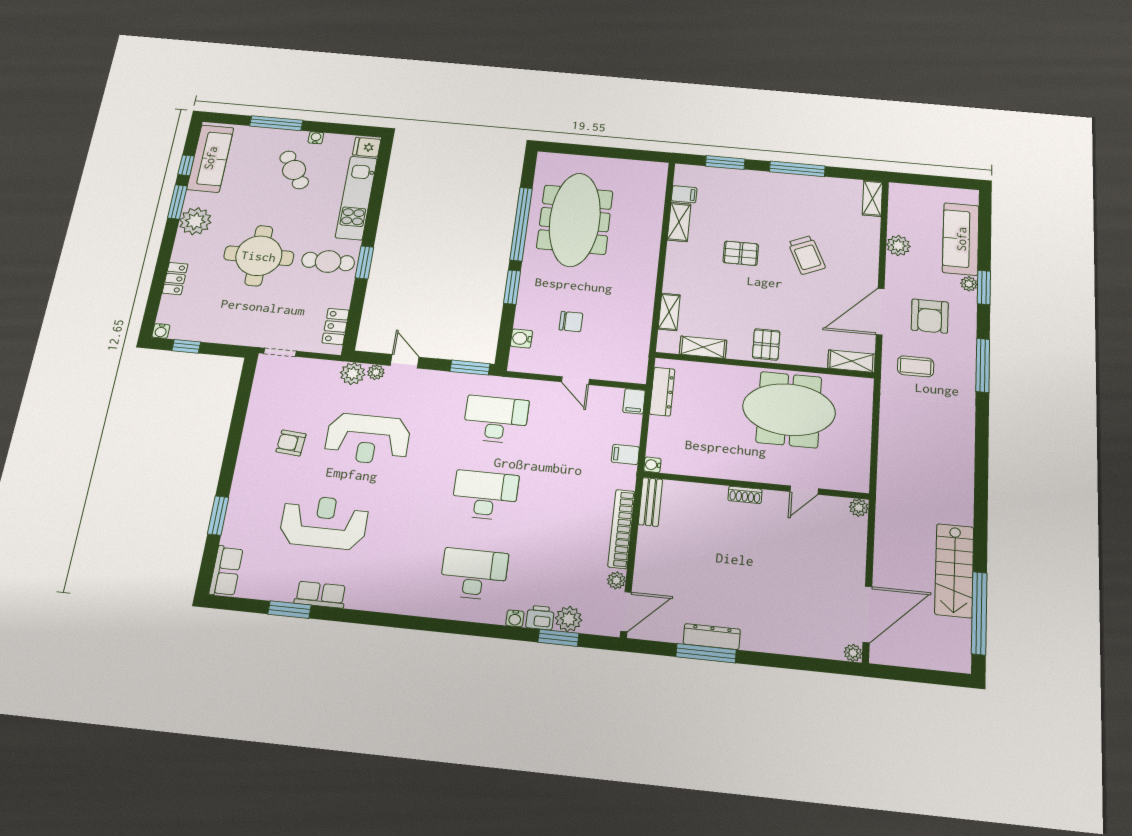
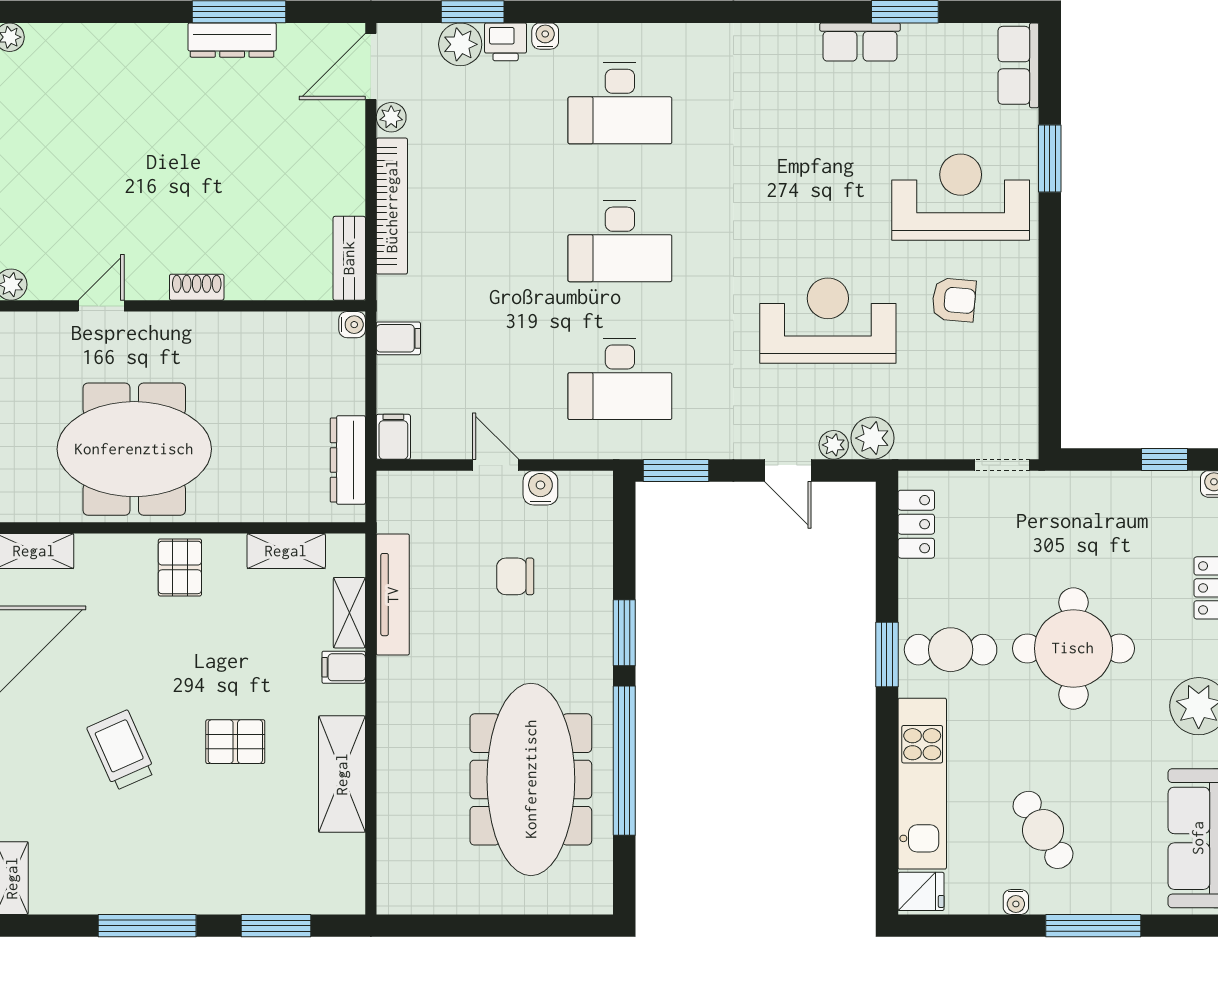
filing cabinet: (684, 194) -> (344, 667), moved
shelving: (679, 222) -> (342, 774), width x1.50, depth x1.33
tv unit: (643, 319) -> (393, 595), added
water cooler: (521, 338) -> (540, 488), moved, turned -90
reception desk: (324, 522) -> (961, 197), moved, turned 180

